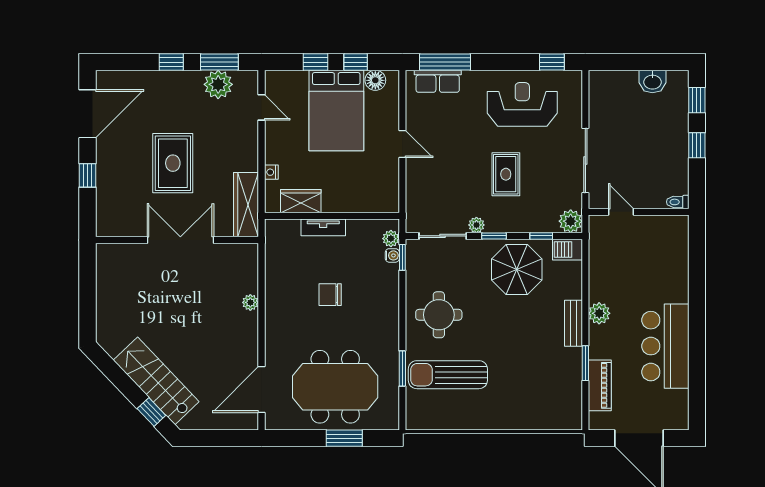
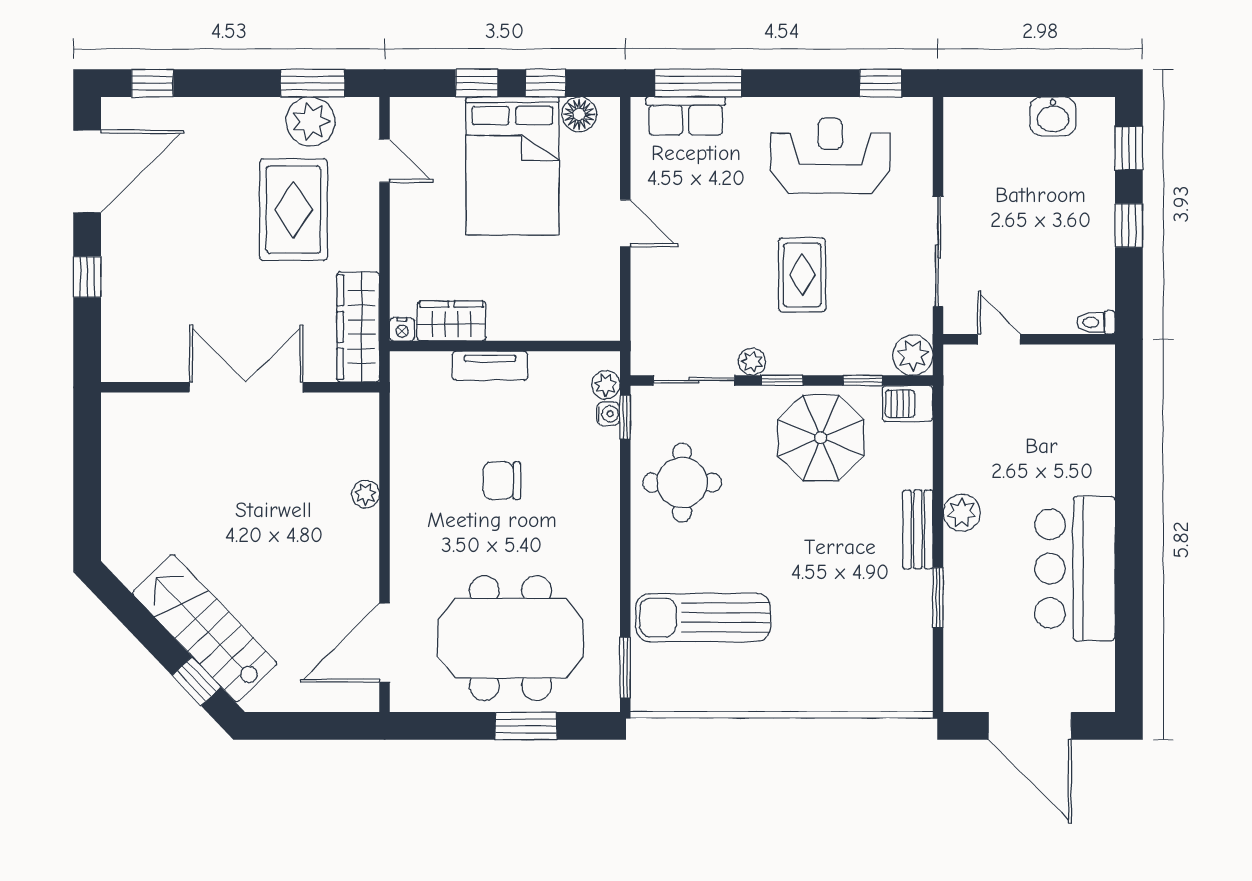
window: (171, 62) -> (152, 83), moved
rug: (173, 163) -> (293, 210), moved
nightstand: (271, 172) -> (402, 329), moved, turned -90
round table: (439, 315) -> (682, 483), moved
window: (402, 369) -> (625, 668), moved
piano: (600, 385) -> (963, 636), removed

